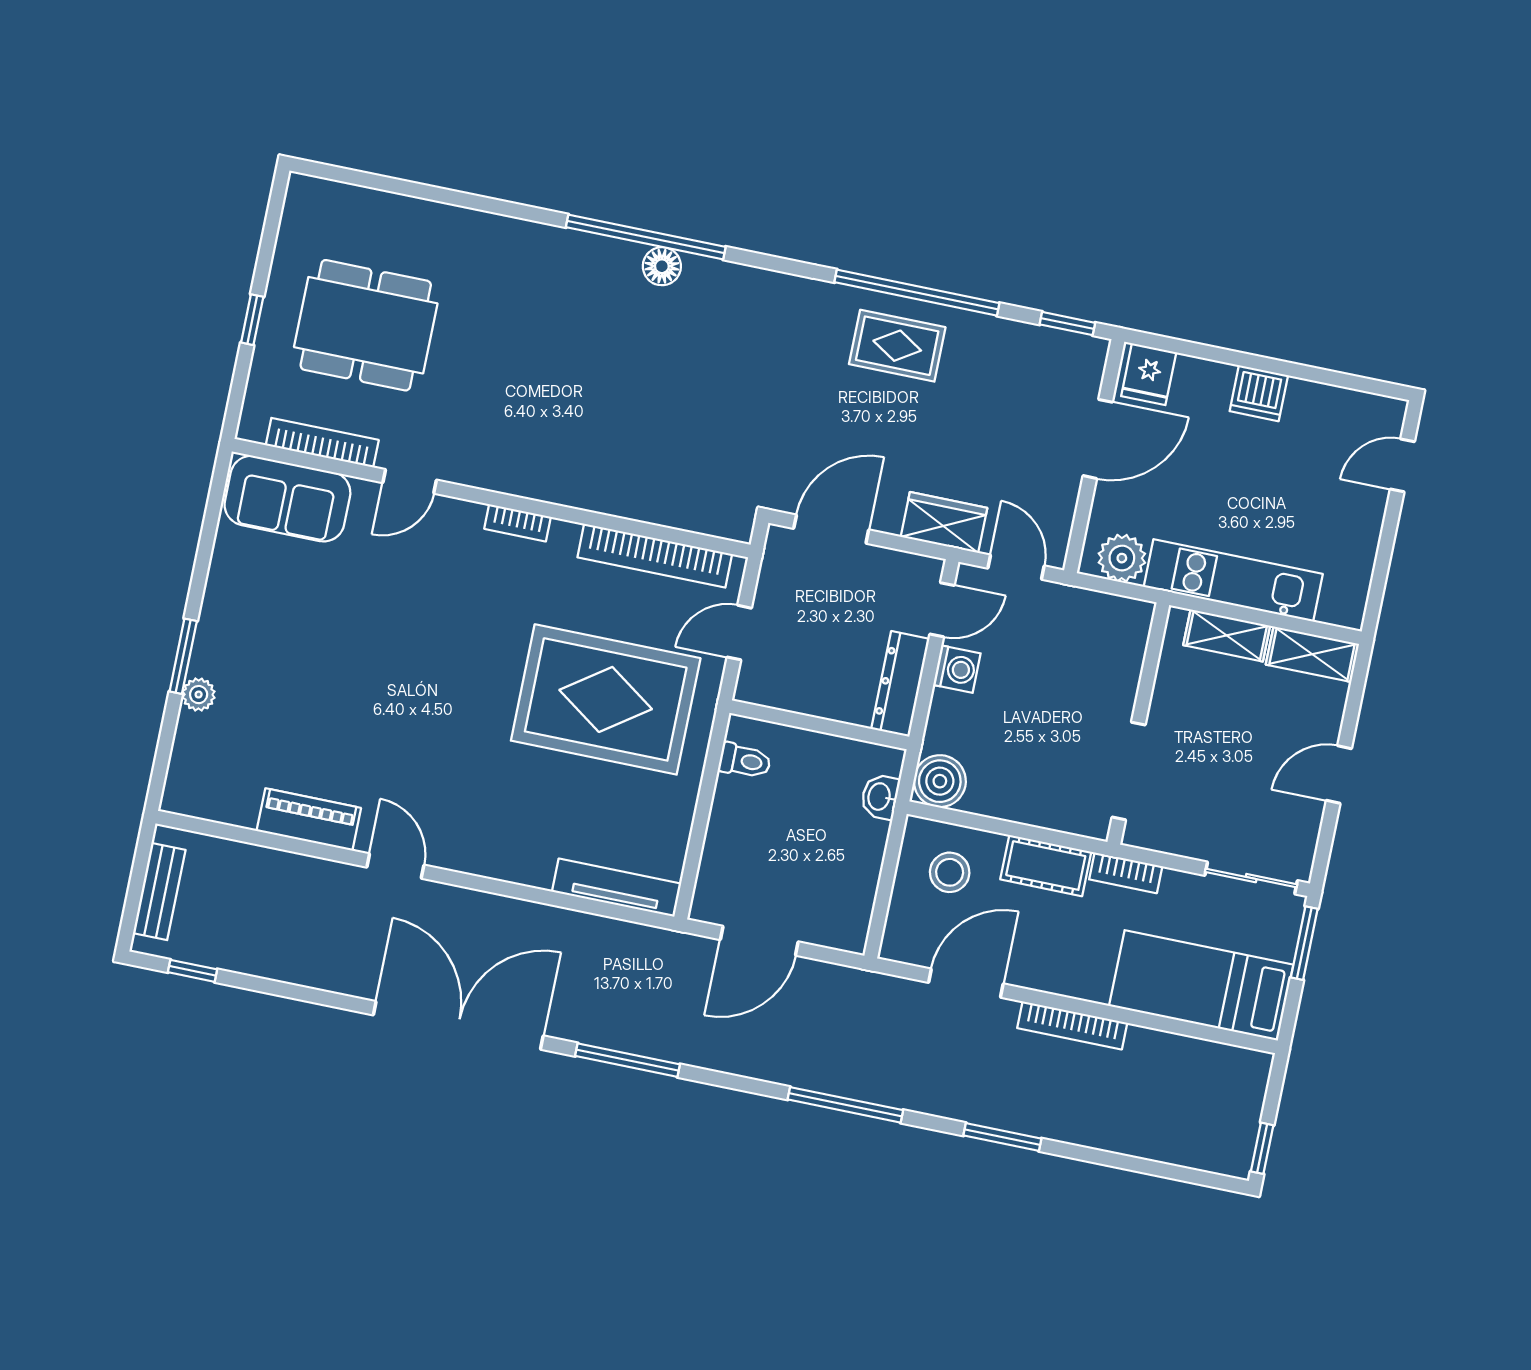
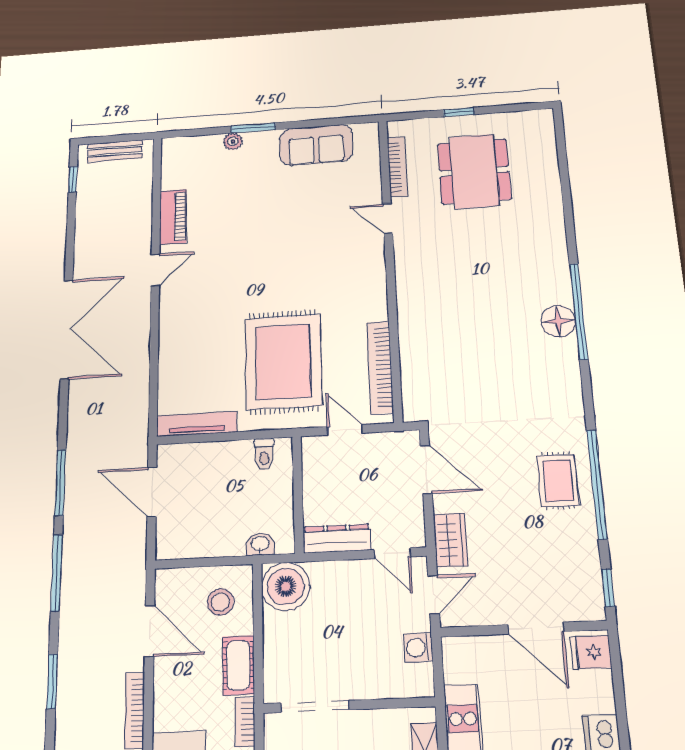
floor lamp: (662, 266) -> (558, 321), width x1.38, depth x1.38
sofa: (287, 499) -> (316, 145), moved, turned -90
bookcase: (518, 523) -> (379, 284), removed
plant: (1122, 558) -> (459, 665), removed
washing machine: (957, 669) -> (418, 648), moved, turned 90
boiler: (940, 781) -> (286, 586), width x1.37, depth x1.37
tv unit: (617, 888) -> (197, 424), moved, turned -90
window: (628, 1060) -> (60, 482), moved

